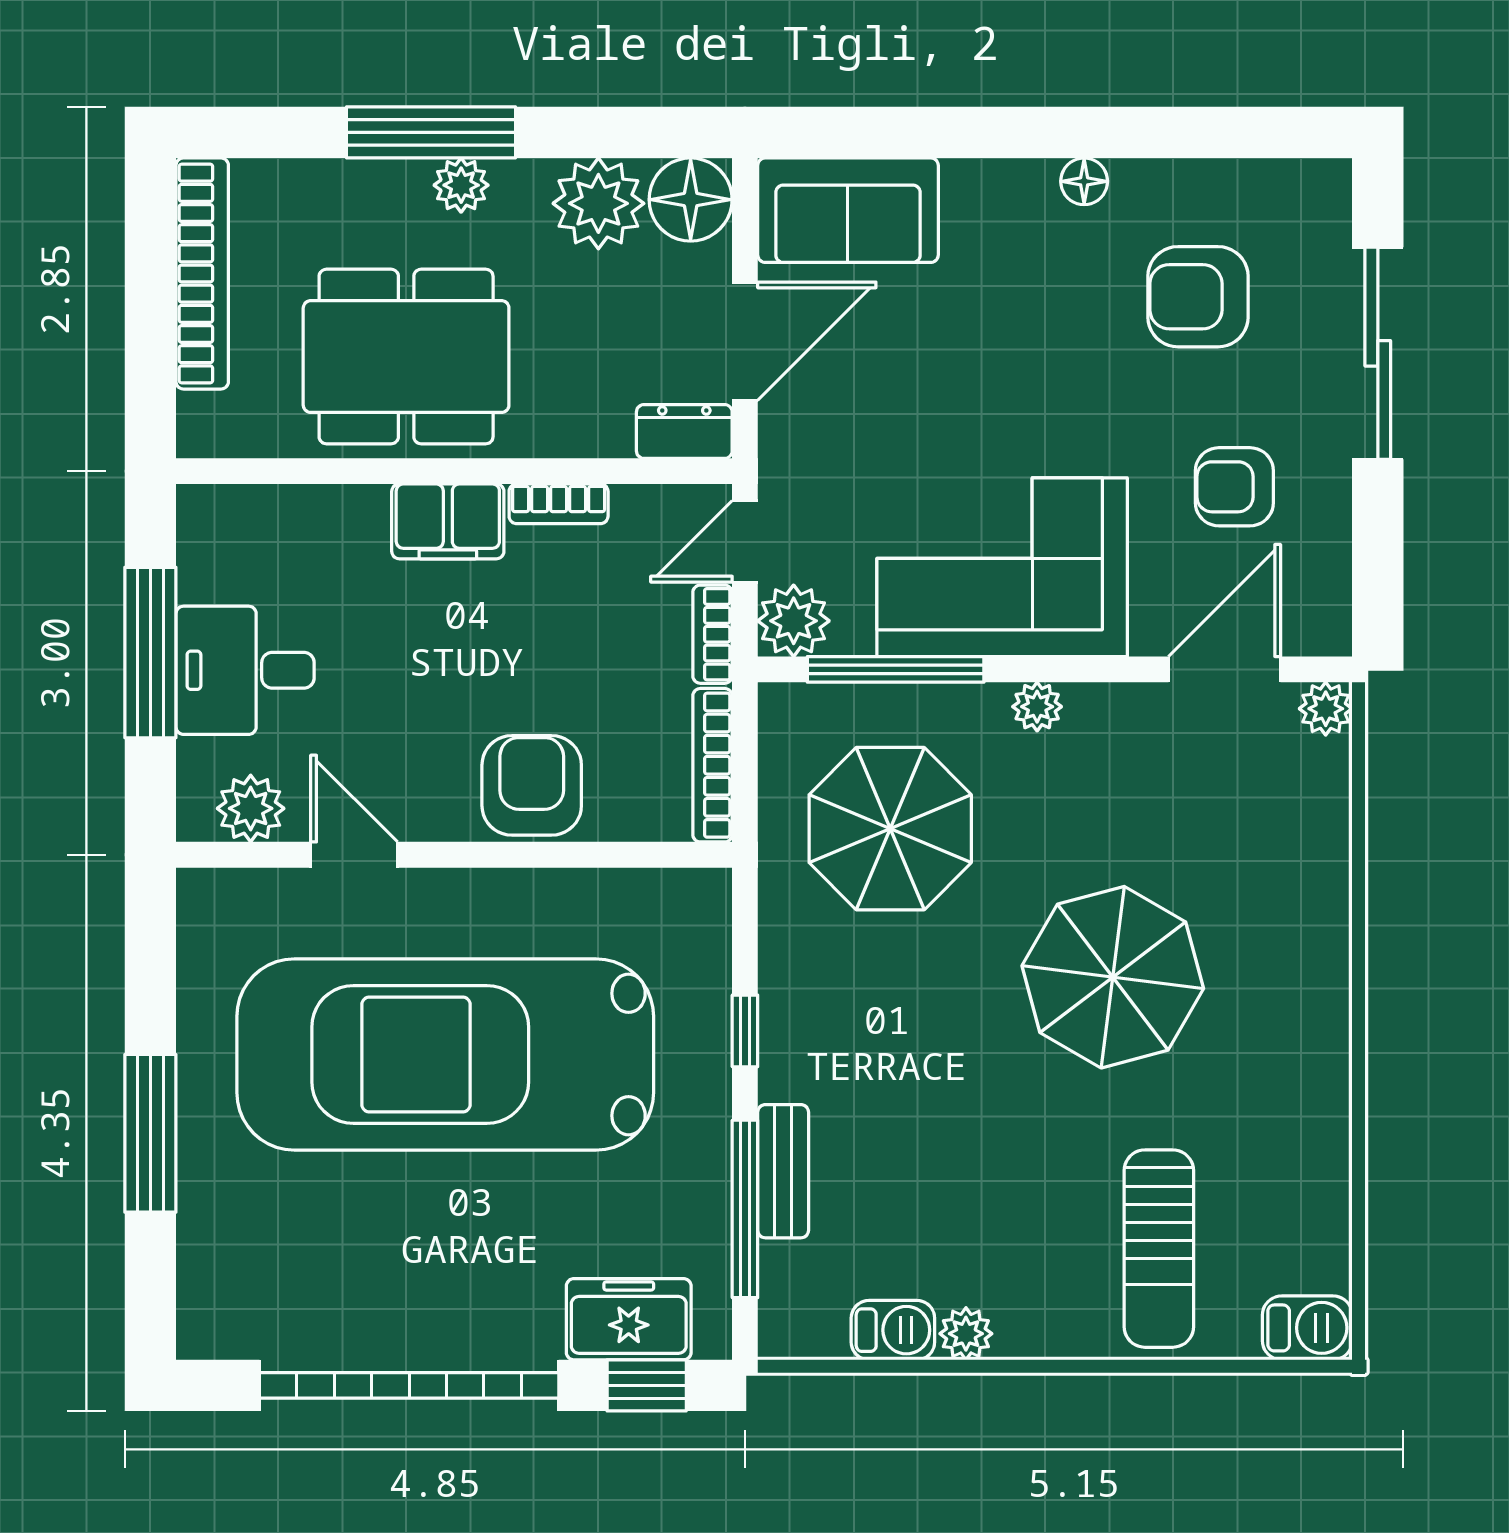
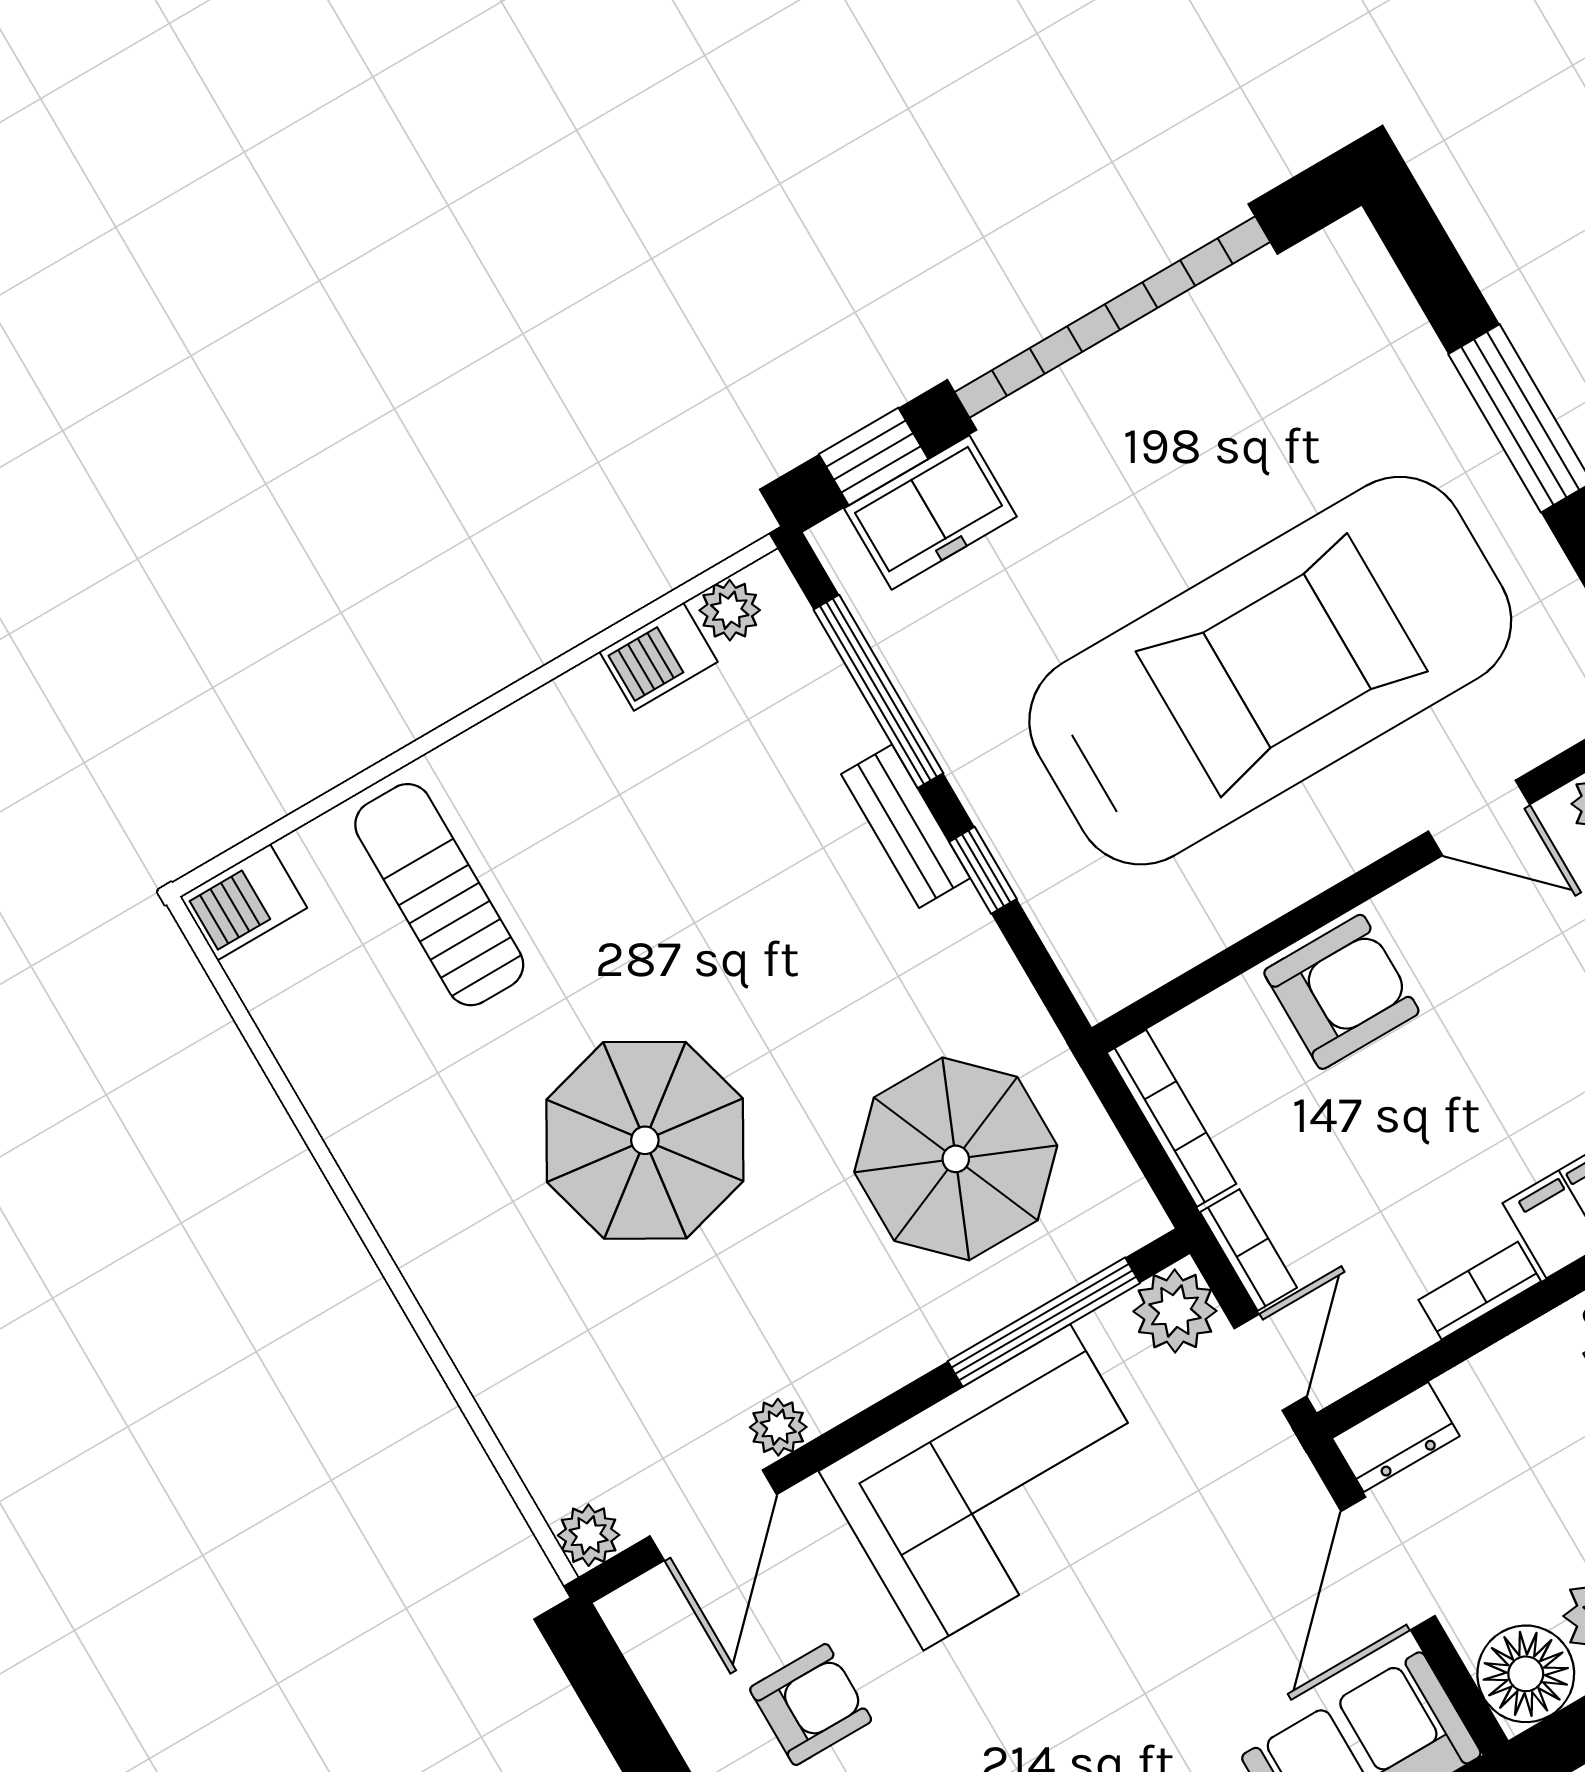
plant: (1037, 707) -> (778, 1427), moved
armchair: (532, 785) -> (1341, 992), turned -90
bench: (783, 1171) -> (906, 826), moved
plant: (966, 1334) -> (730, 610), moved

